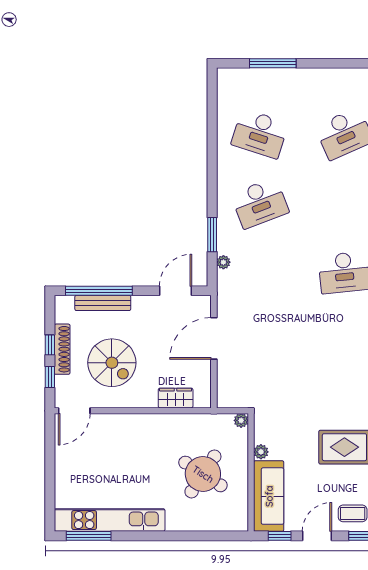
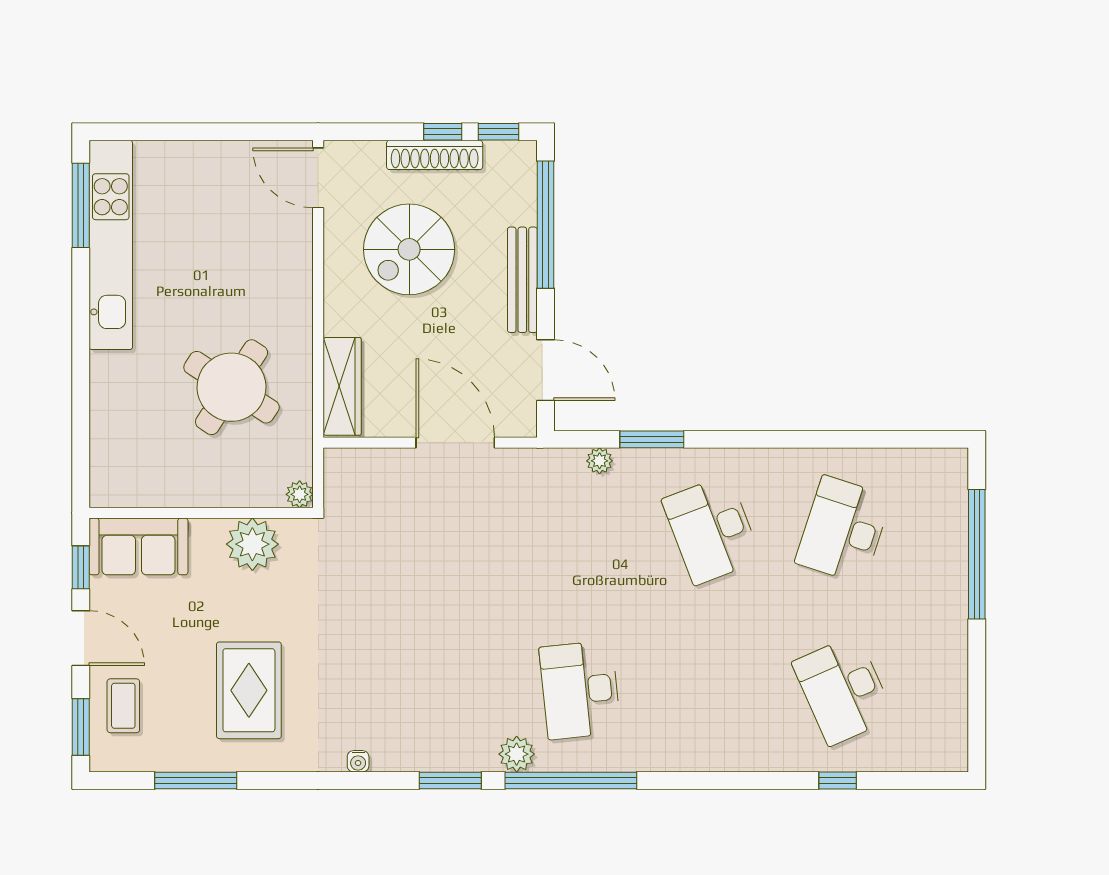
window: (273, 63) -> (977, 554), width x1.46
bench: (103, 303) -> (522, 280), moved
window: (50, 377) -> (499, 132), moved
wardrobe: (176, 398) -> (342, 386), width x1.50
plant: (261, 452) -> (252, 544), width x1.88, depth x1.88
round table: (203, 474) -> (232, 387), moved
sofa: (269, 496) -> (138, 546), width x0.73

